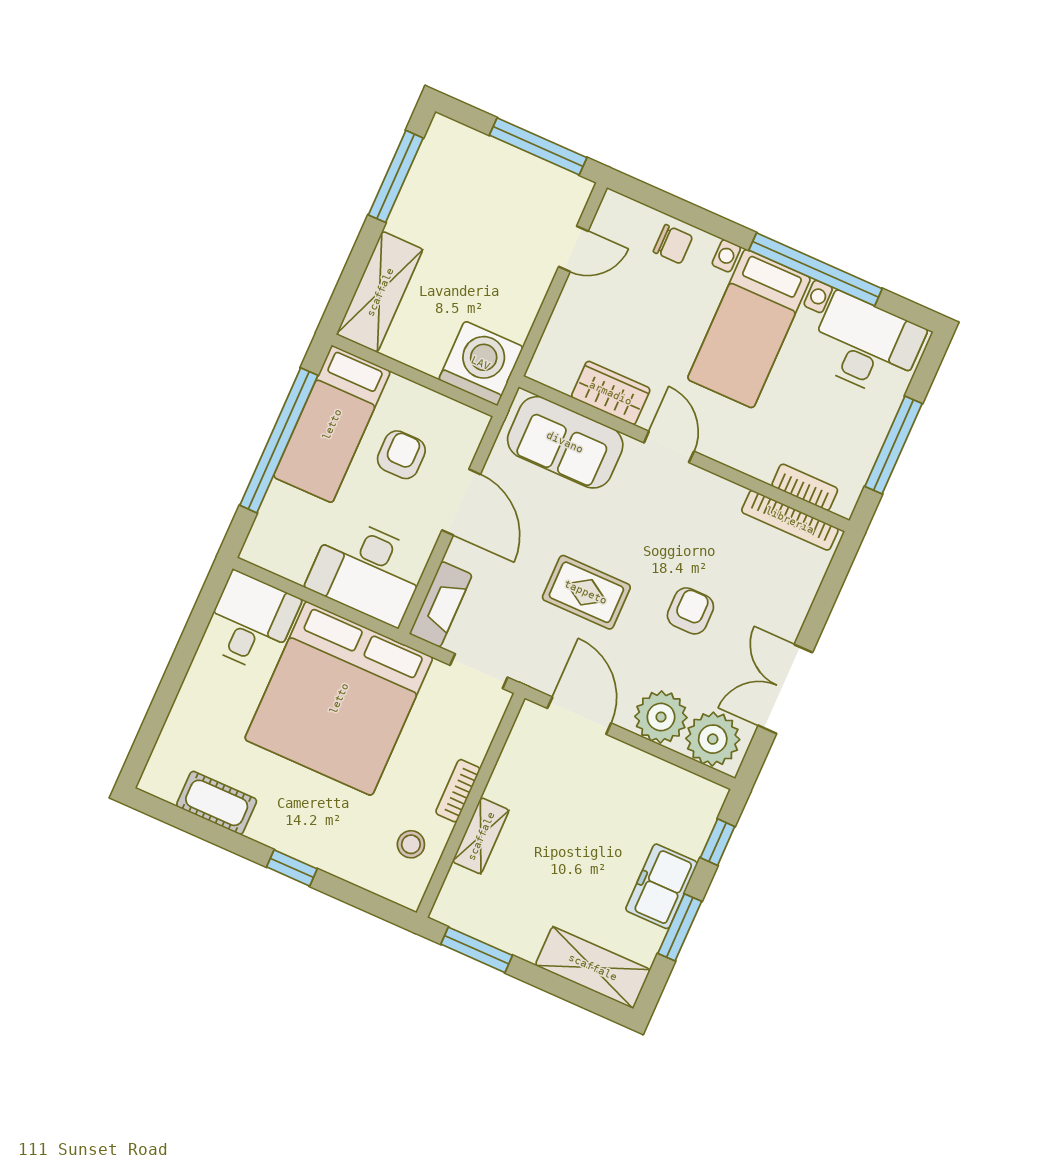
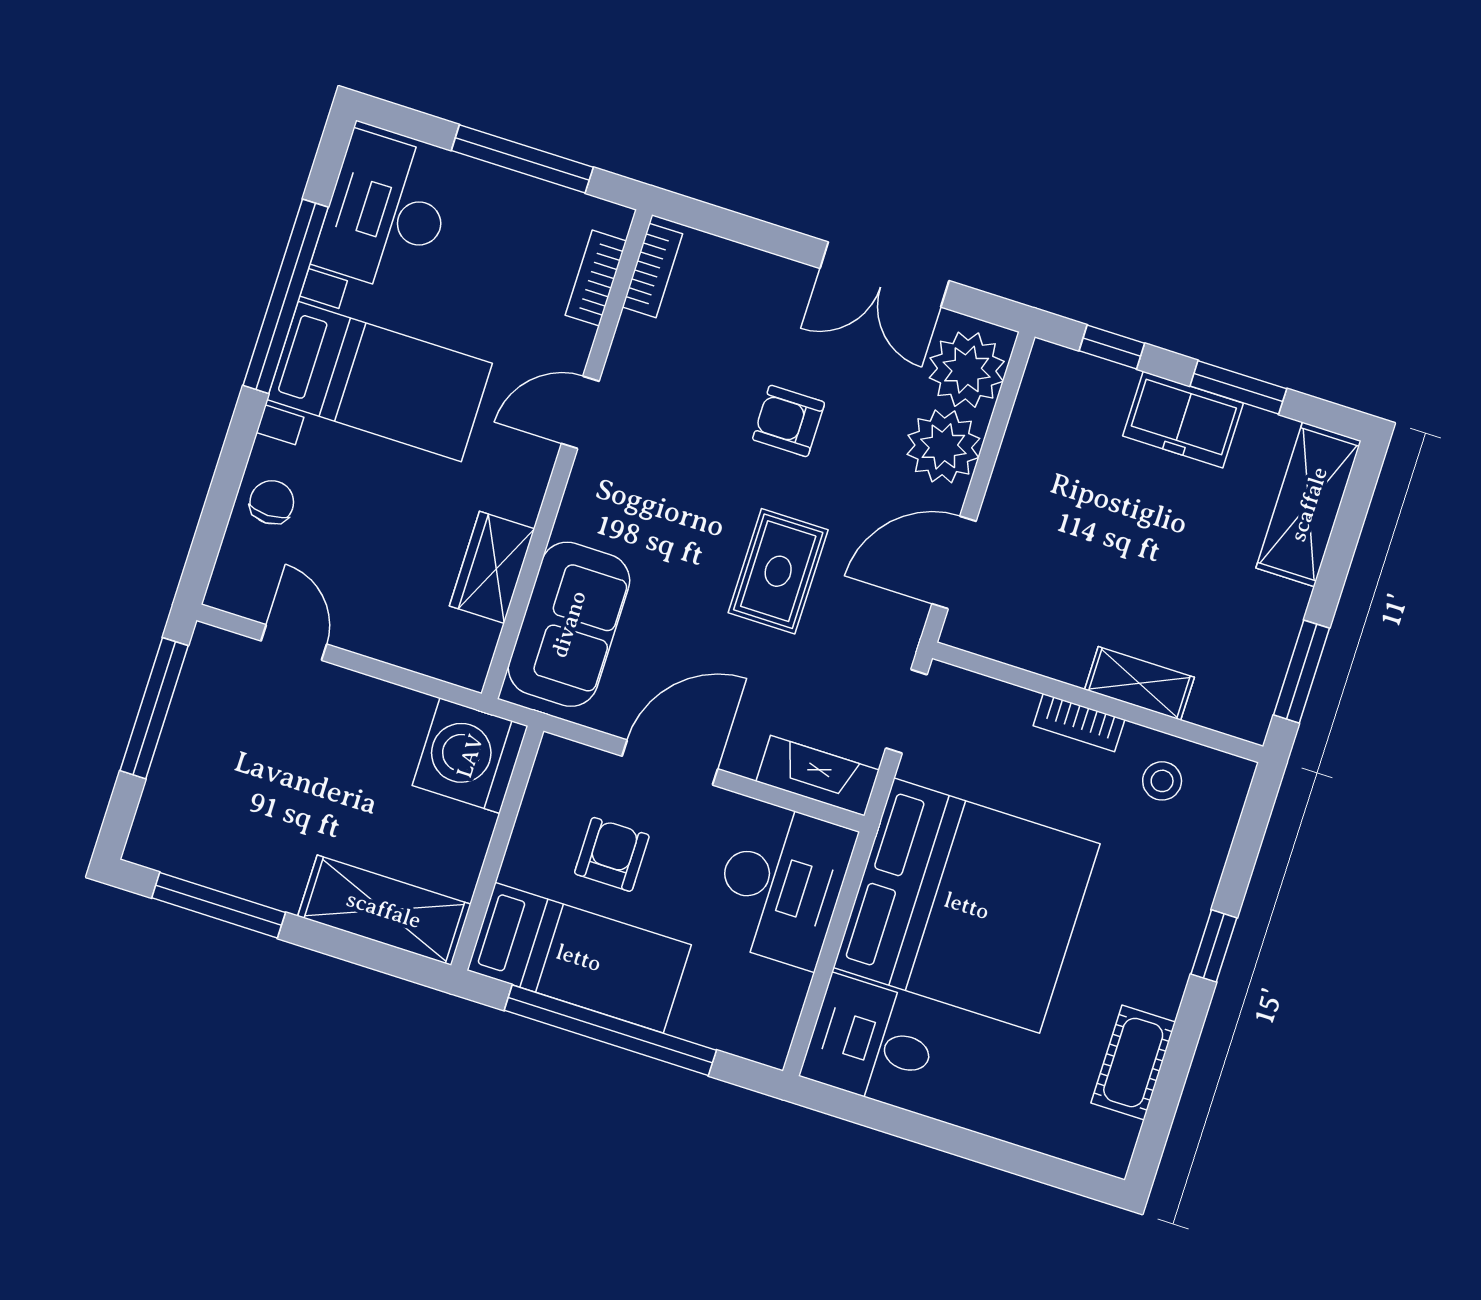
door: (669, 447) -> (580, 412), moved
armchair: (401, 455) -> (612, 854), turned 90
bookcase: (790, 520) -> (652, 270), width x0.64

